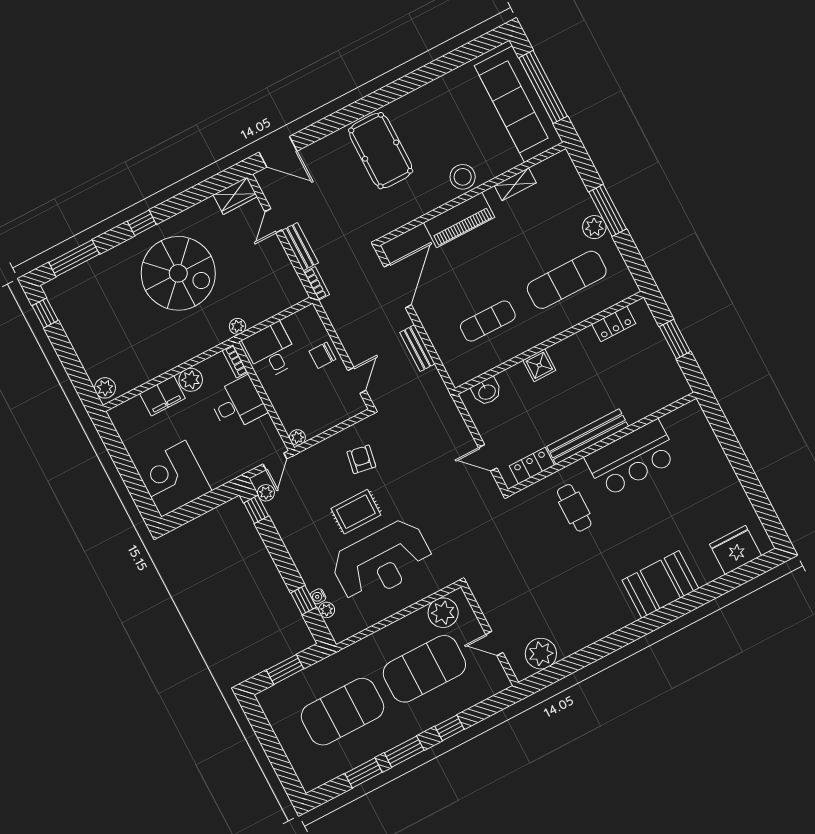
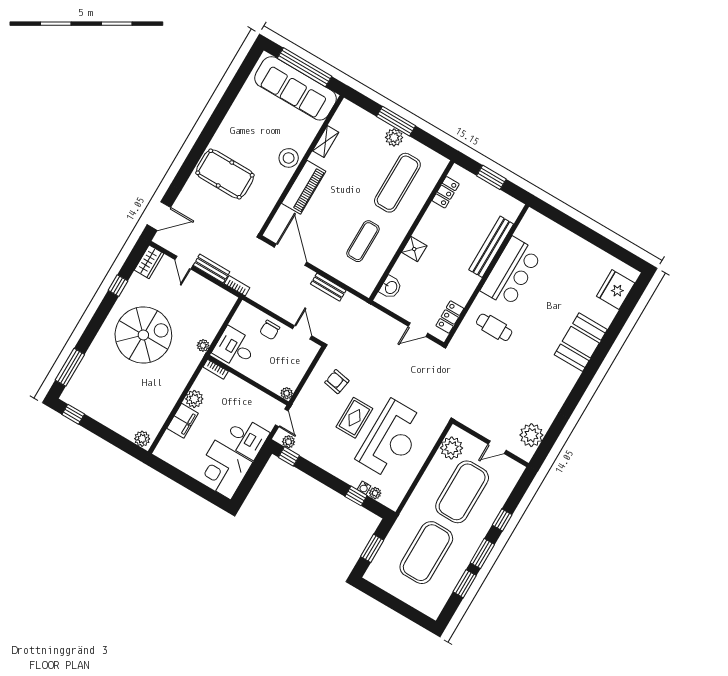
window: (142, 223) -> (118, 286), moved
desk: (238, 404) -> (247, 438), moved, turned 90
bench: (588, 437) -> (491, 247), moved

